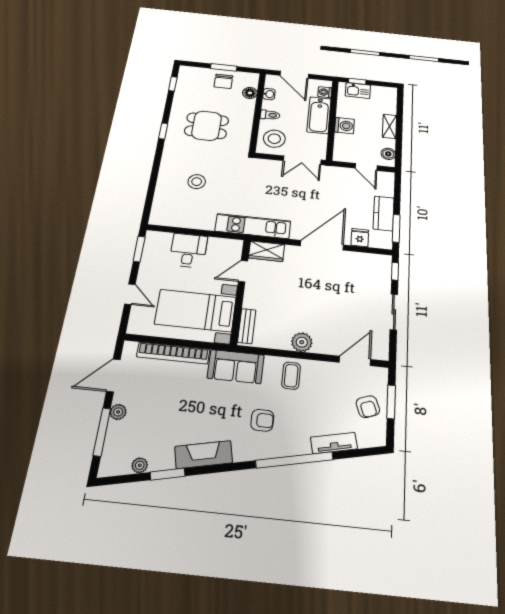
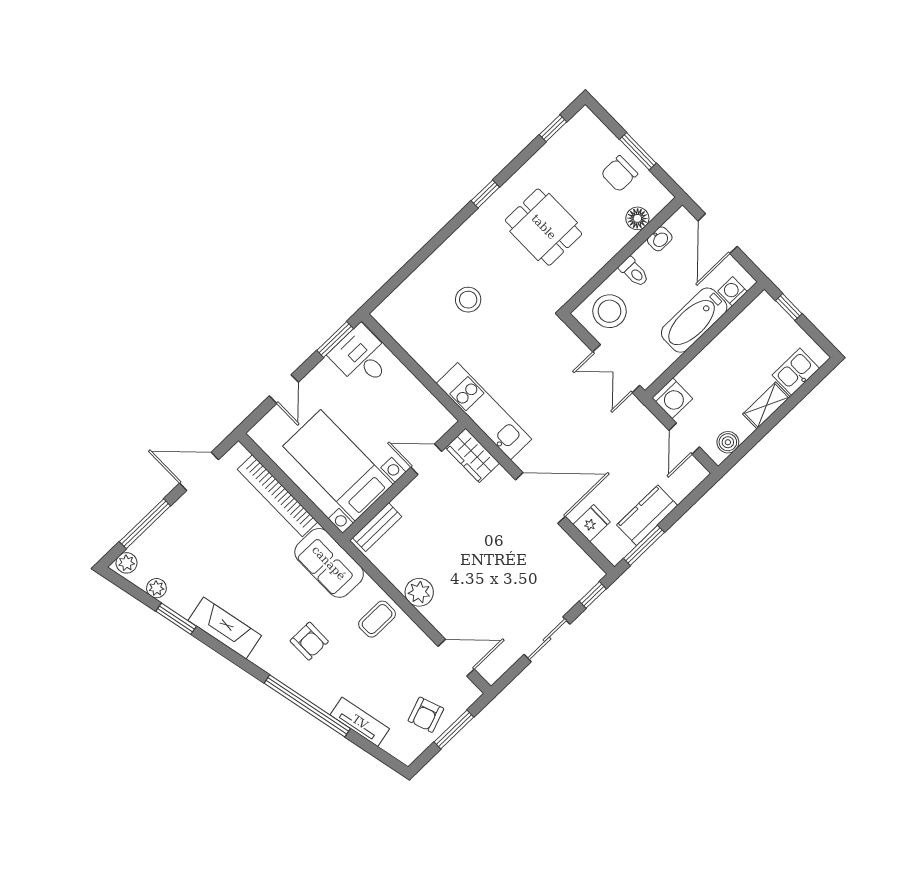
kitchen sink: (358, 91) -> (796, 372), moved, turned 90
washing machine: (344, 126) -> (672, 398), moved
desk: (188, 250) -> (362, 357), moved, turned -90
plant: (118, 412) -> (127, 563), moved

